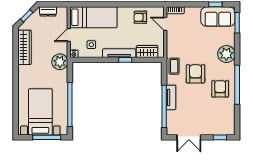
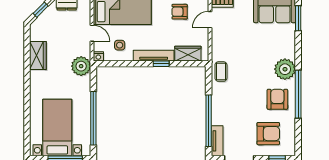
door: (165, 24) -> (210, 20), hinge flipped
door: (69, 35) -> (92, 33), swing flipped
wardrobe: (24, 47) -> (38, 56), width x0.67
plant: (226, 54) -> (285, 69), moved
armchair: (195, 74) -> (268, 134), moved, turned 90
tv unit: (171, 97) -> (217, 141), moved

